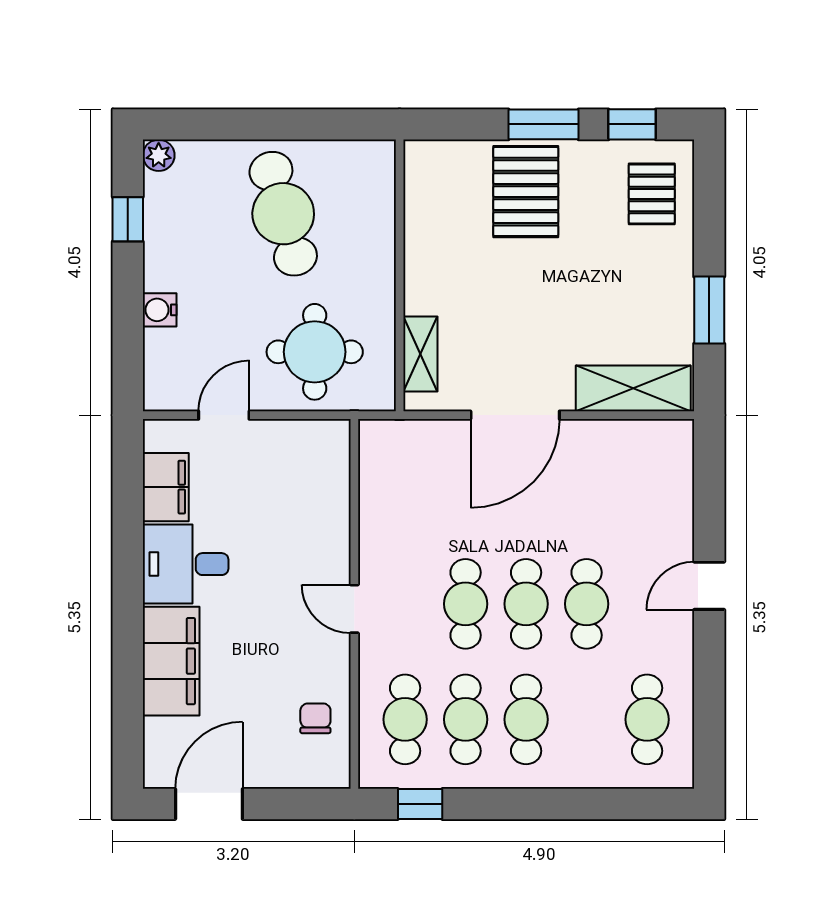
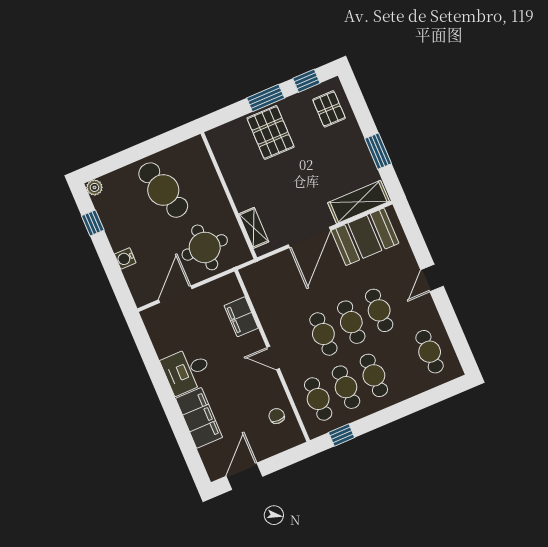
door: (224, 415) -> (175, 294), width x1.38
booth: (618, 457) -> (365, 237), added
filing cabinet: (166, 487) -> (241, 317), moved, turned 180

